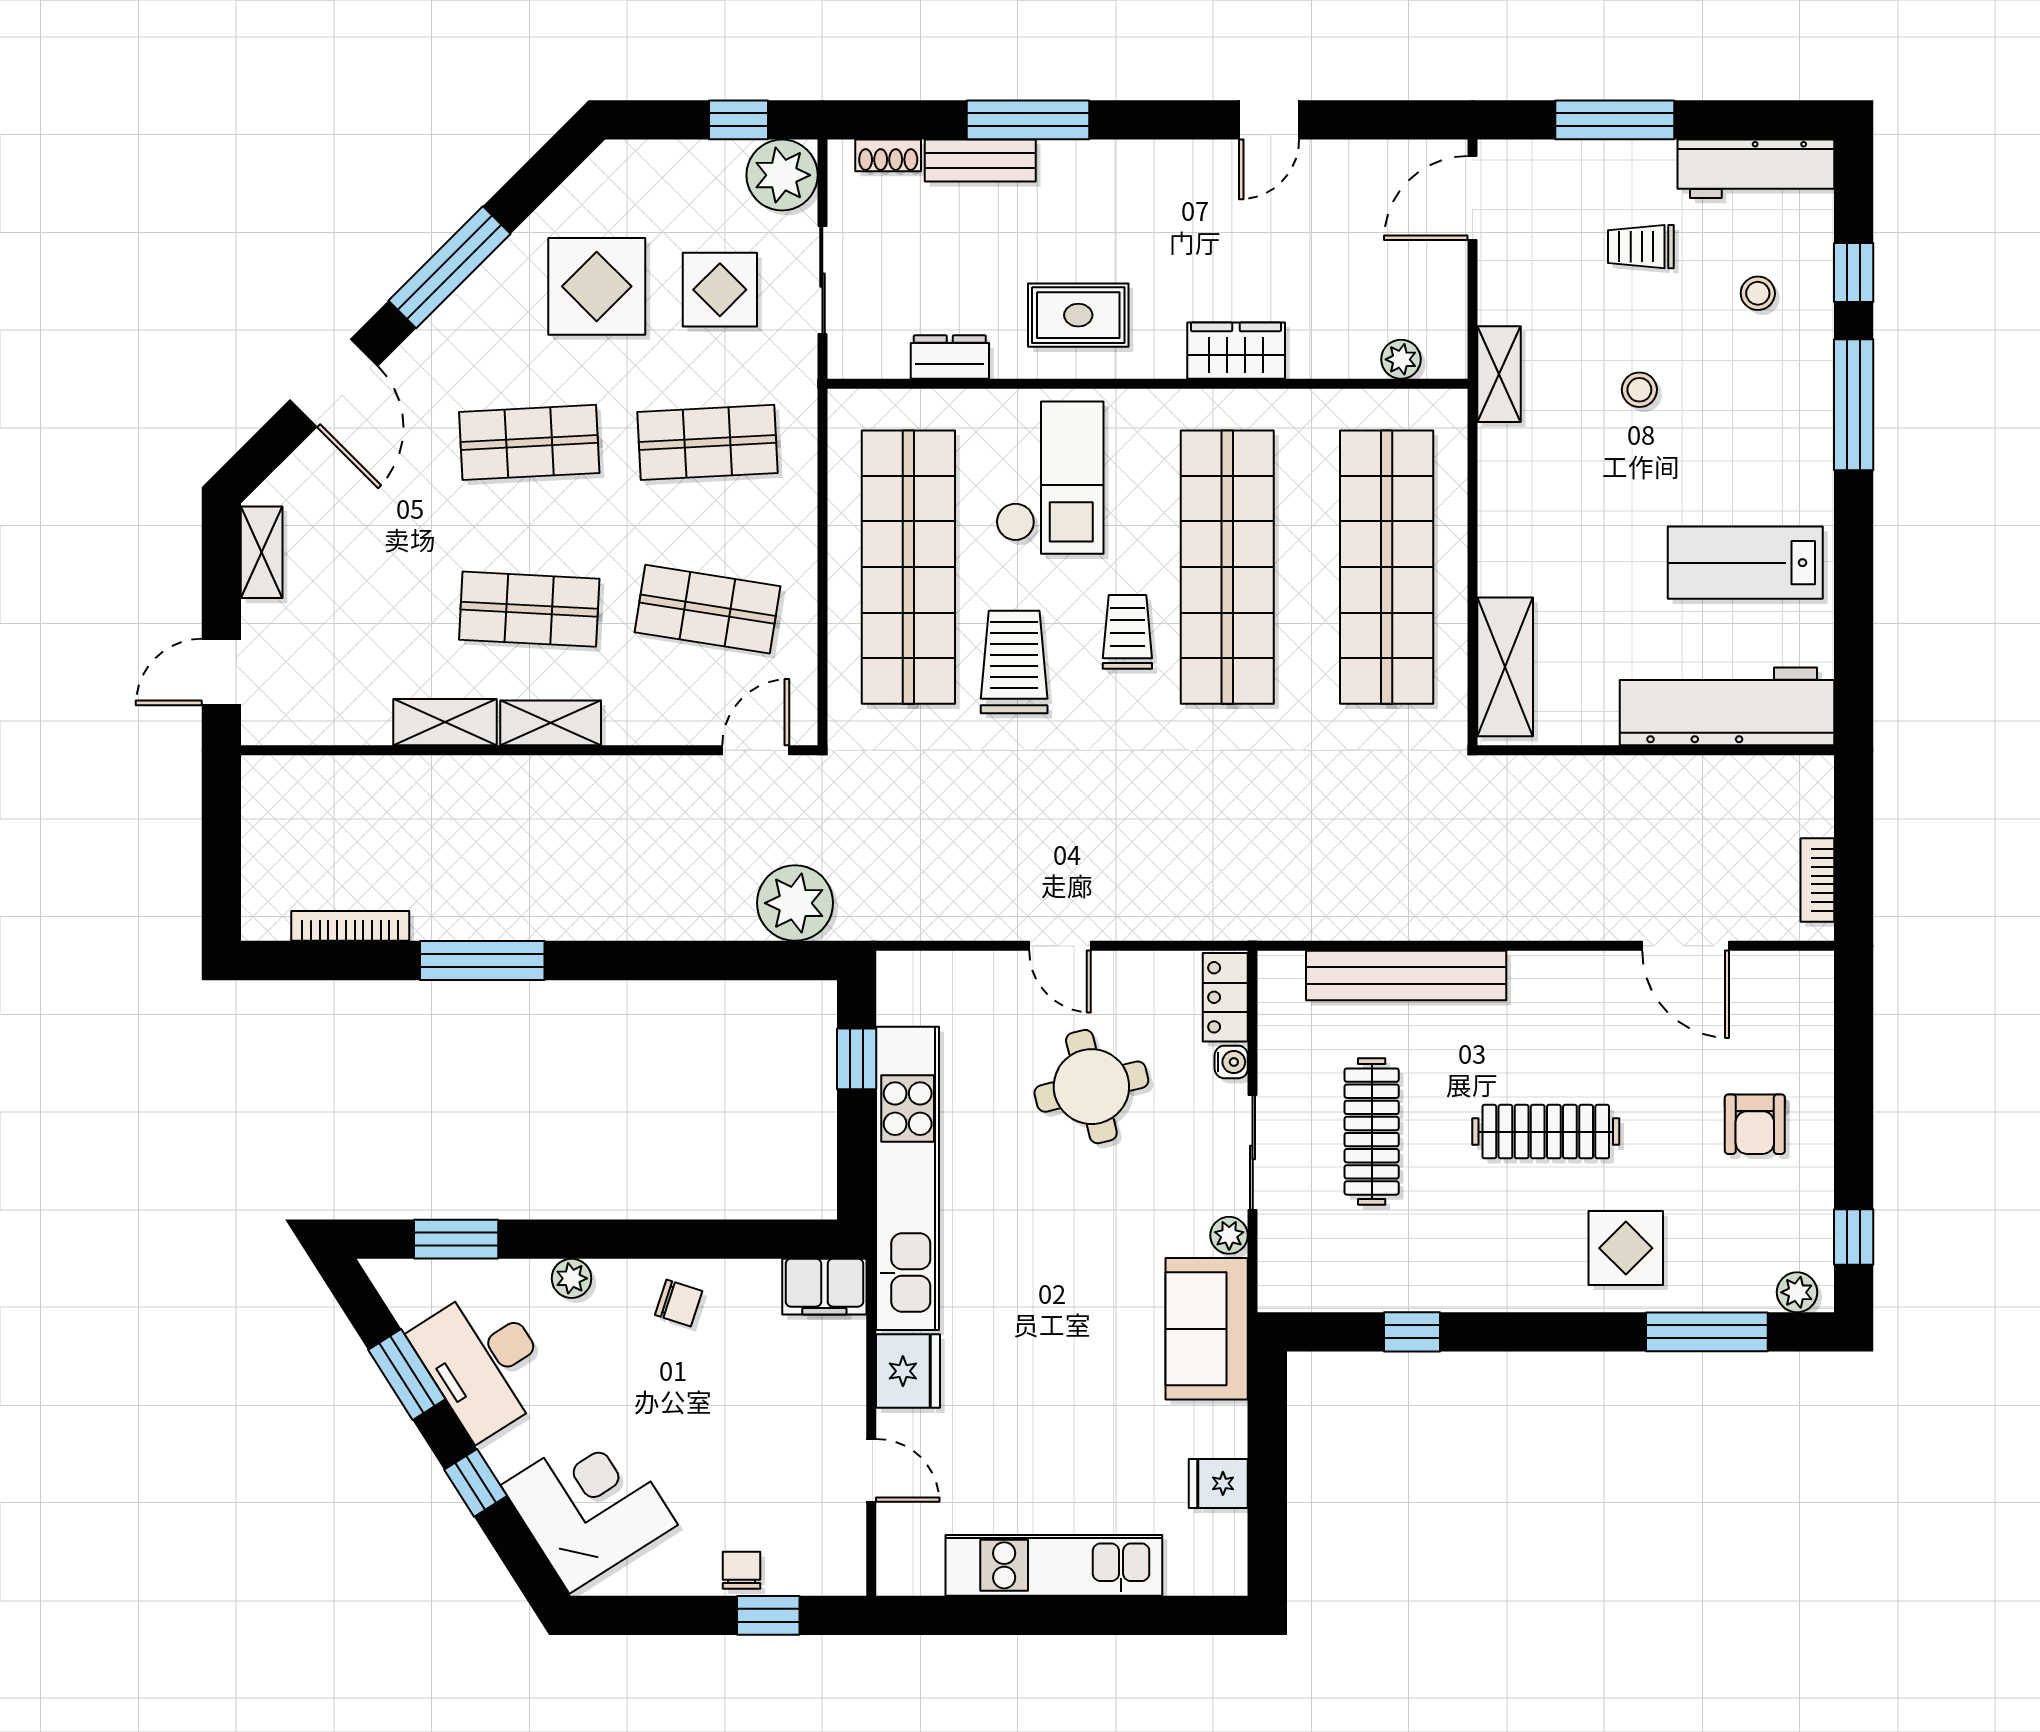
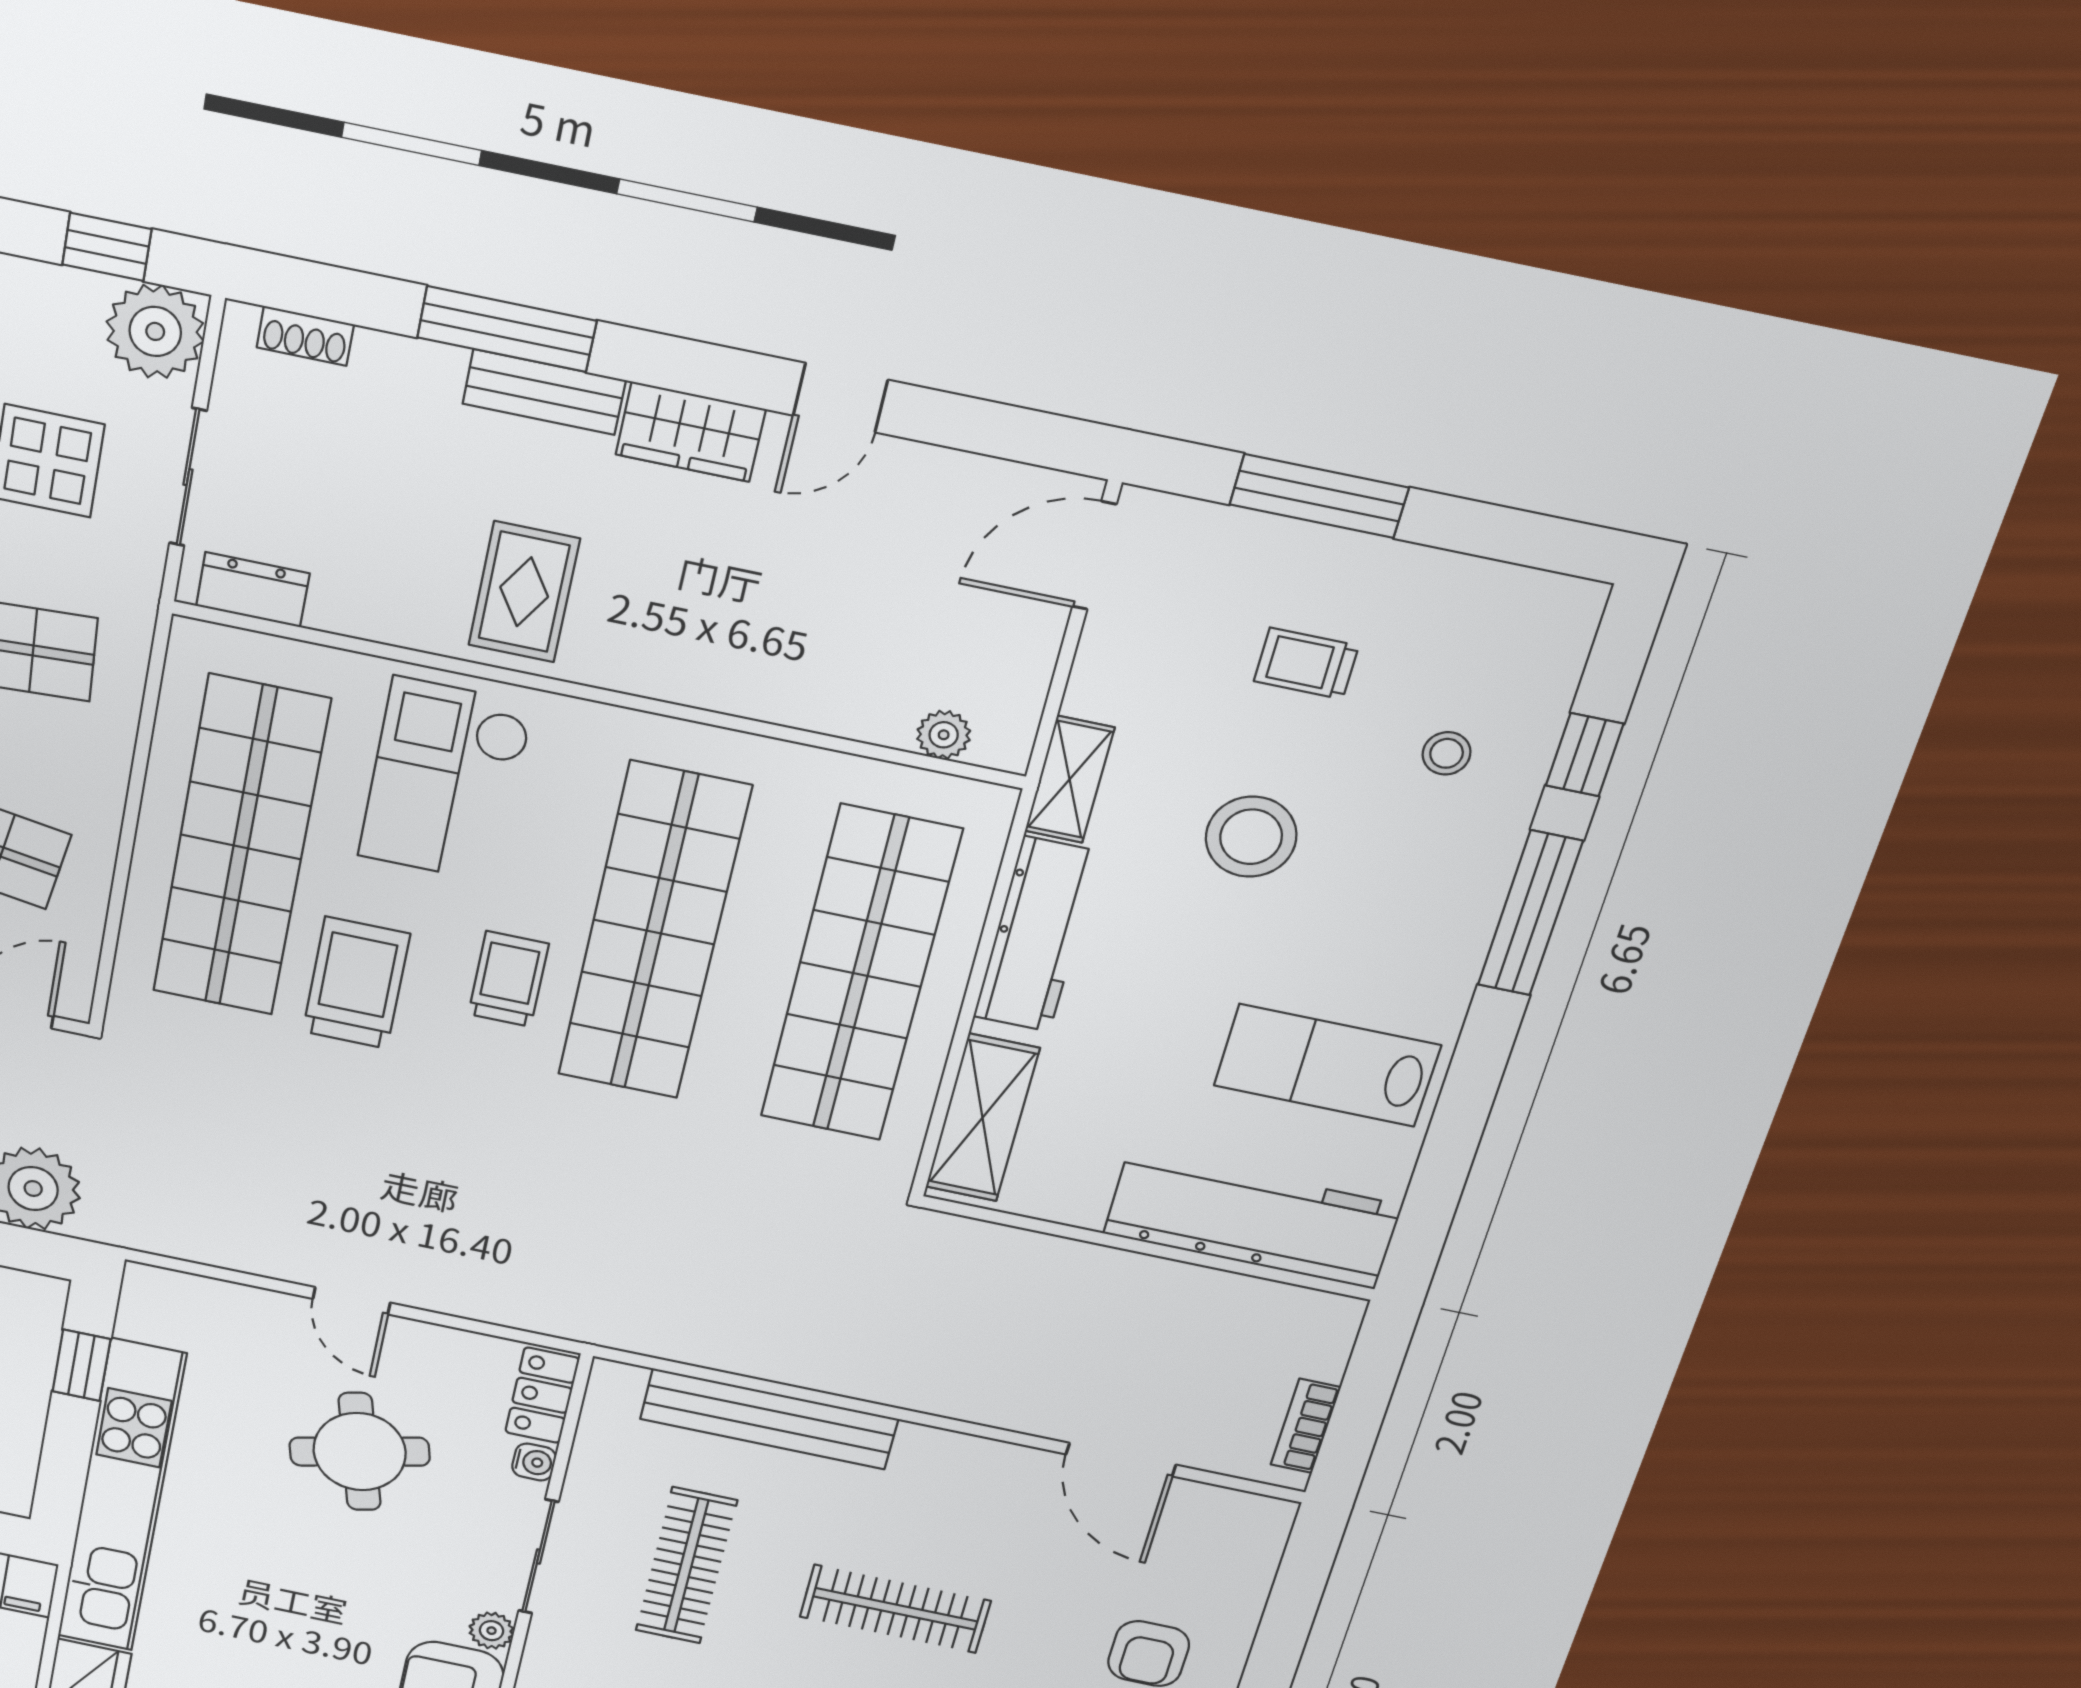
bench: (980, 161) -> (544, 392), moved
workbench: (1756, 169) -> (1037, 935), moved, turned -90
rug: (1078, 315) -> (524, 592), turned 90
wardrobe: (1236, 351) -> (691, 432), moved, turned 180
dresser: (950, 357) -> (253, 590), moved
stool: (1639, 390) -> (1251, 837), width x1.89, depth x1.89
checkout: (1050, 478) -> (445, 780), turned 180

